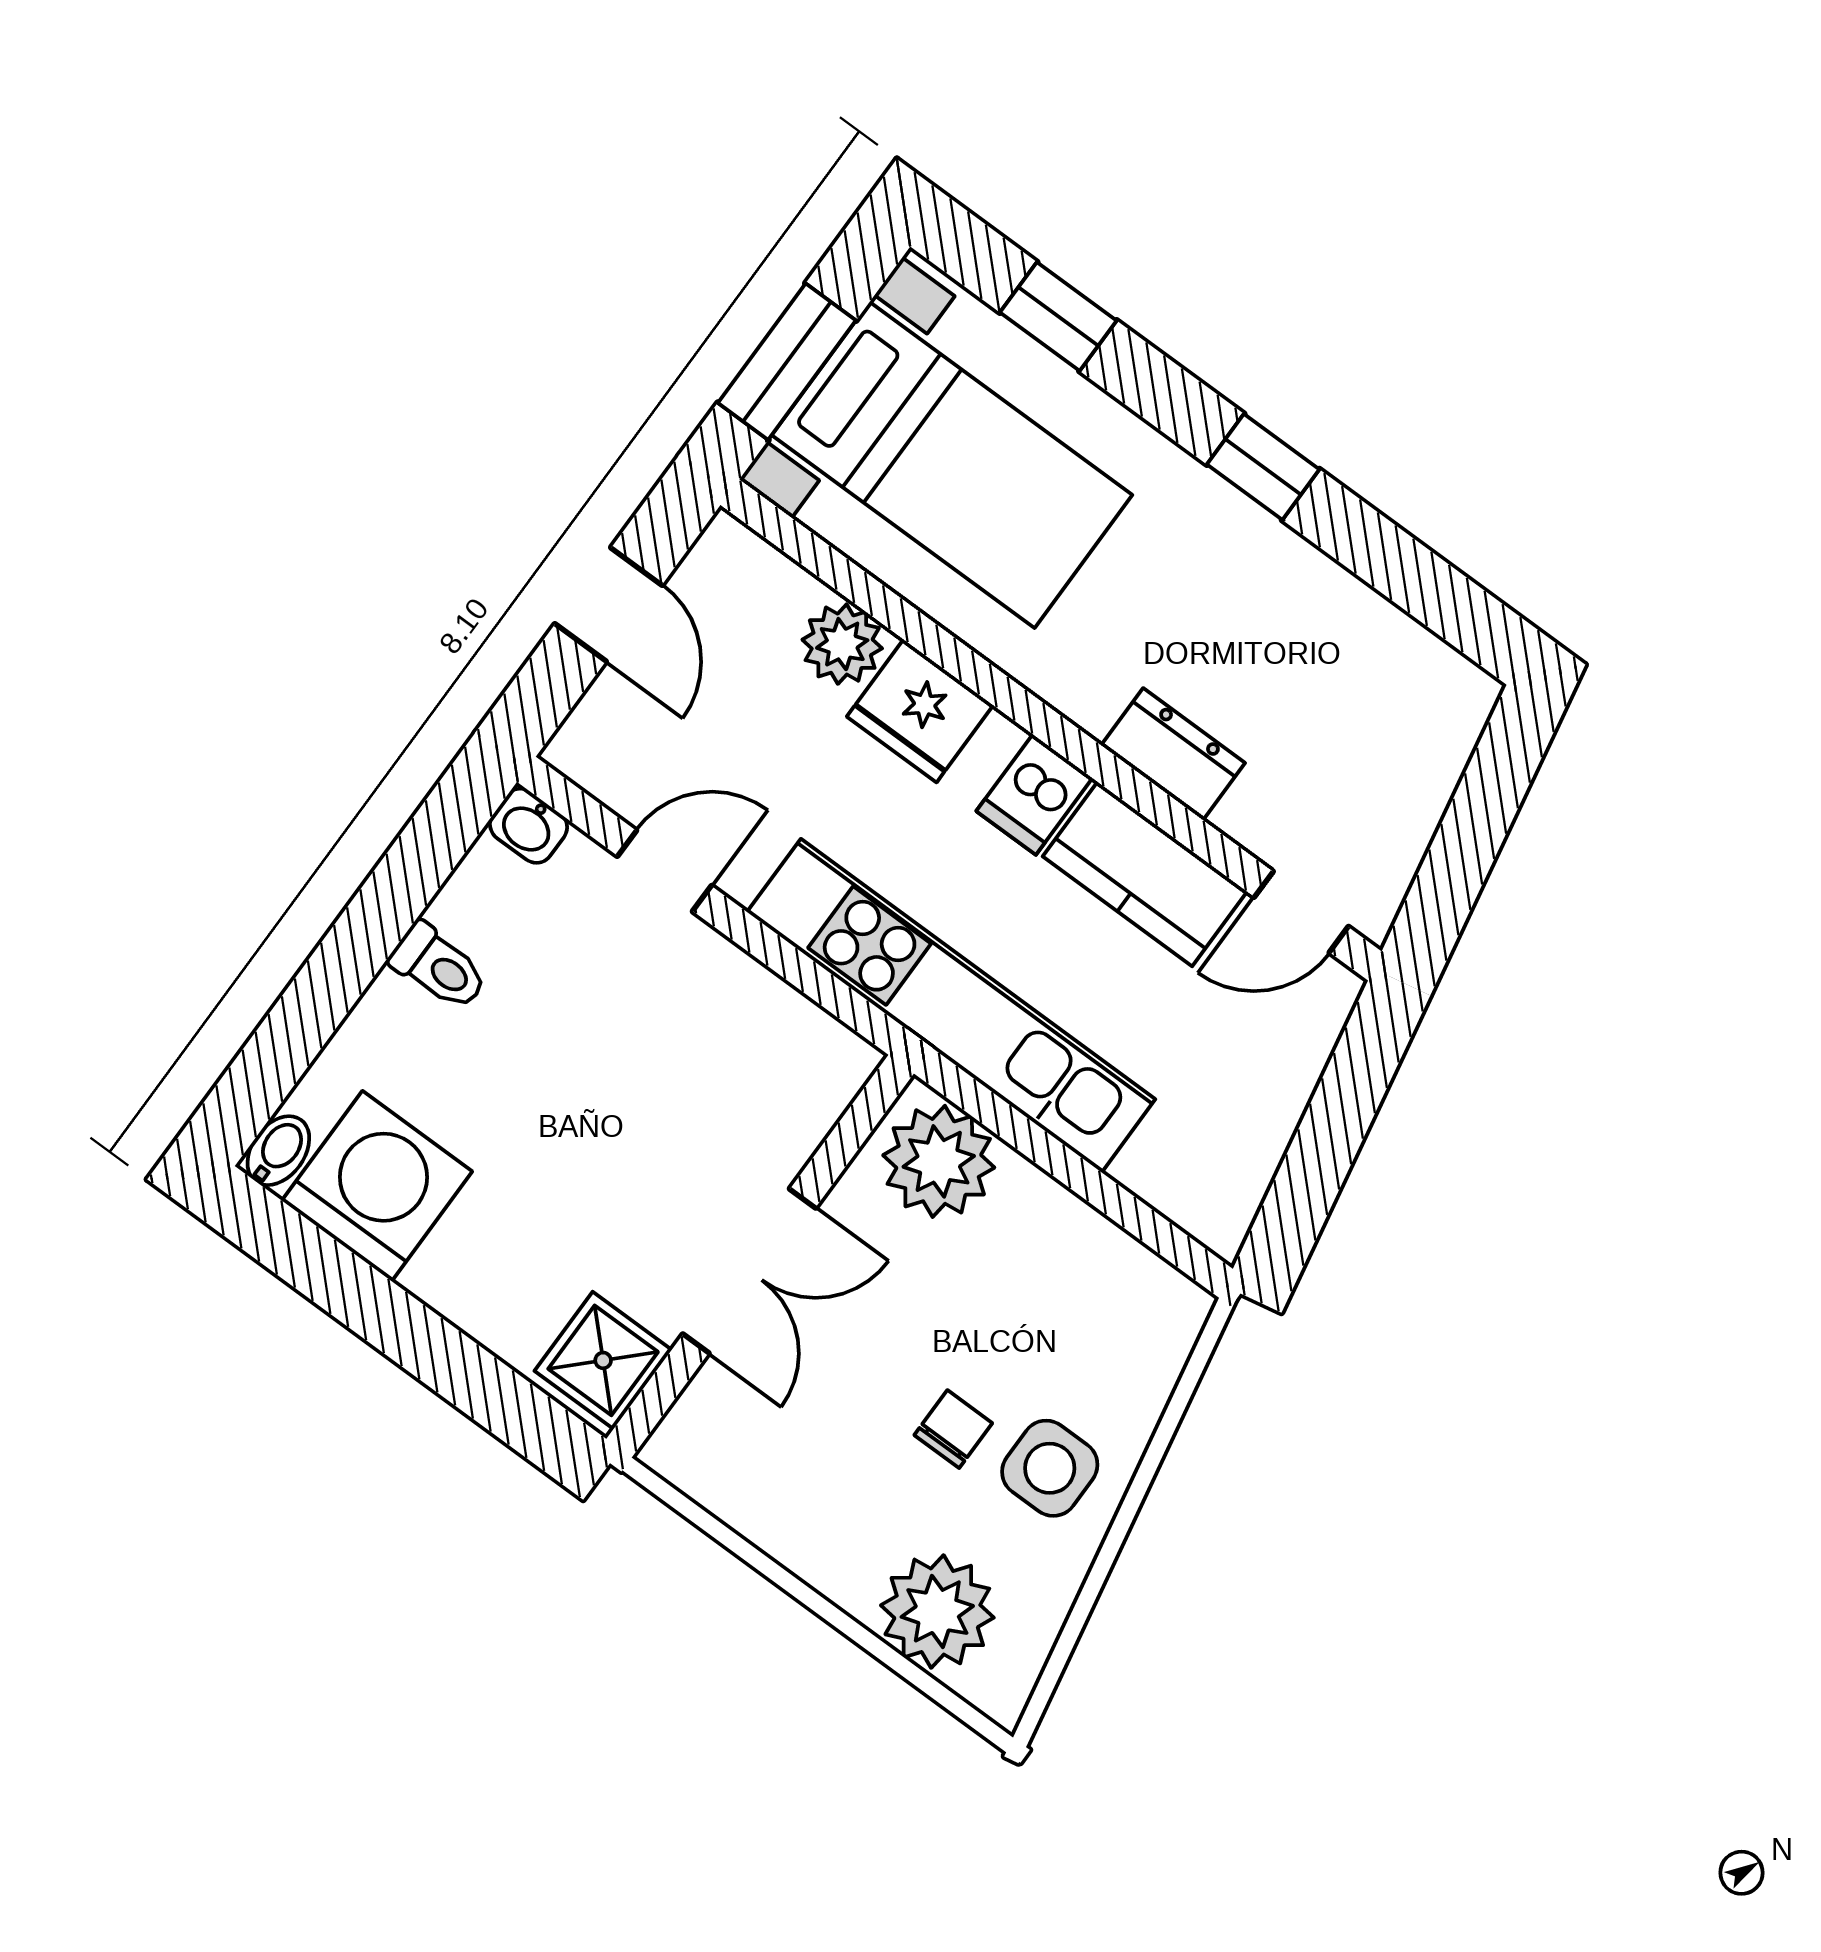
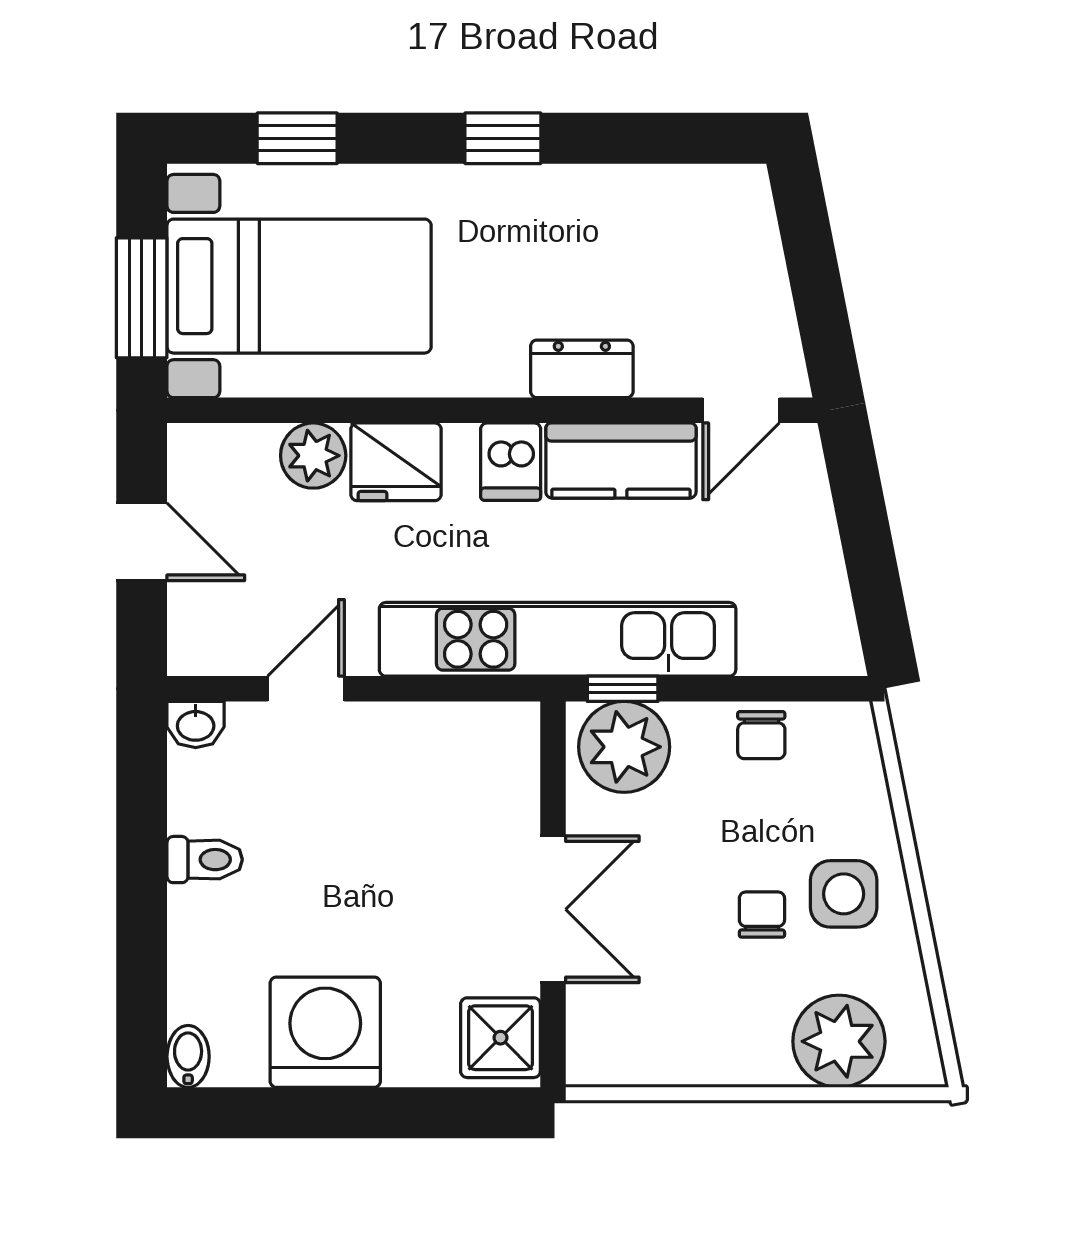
window: (980, 1102) -> (623, 689), added
washing machine: (377, 1186) -> (325, 1032), moved
chair: (1084, 1250) -> (761, 735), added

